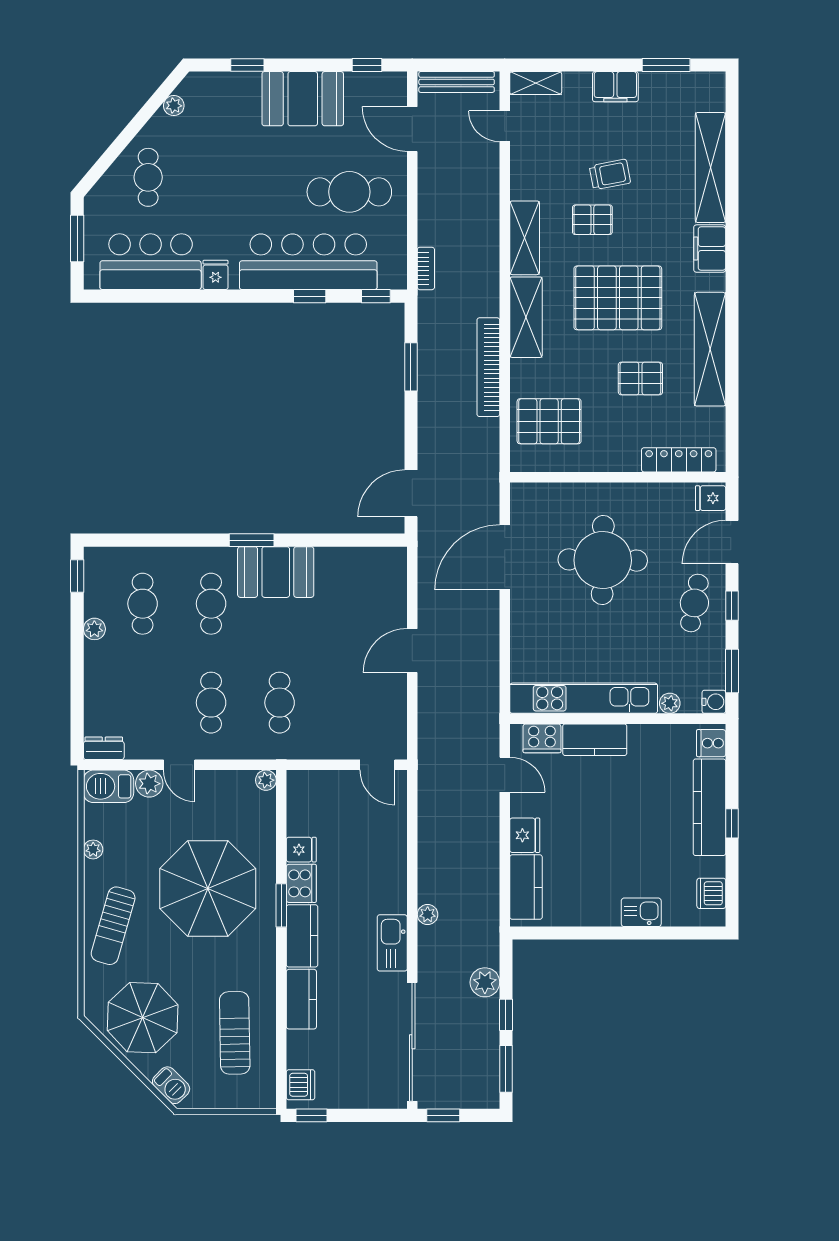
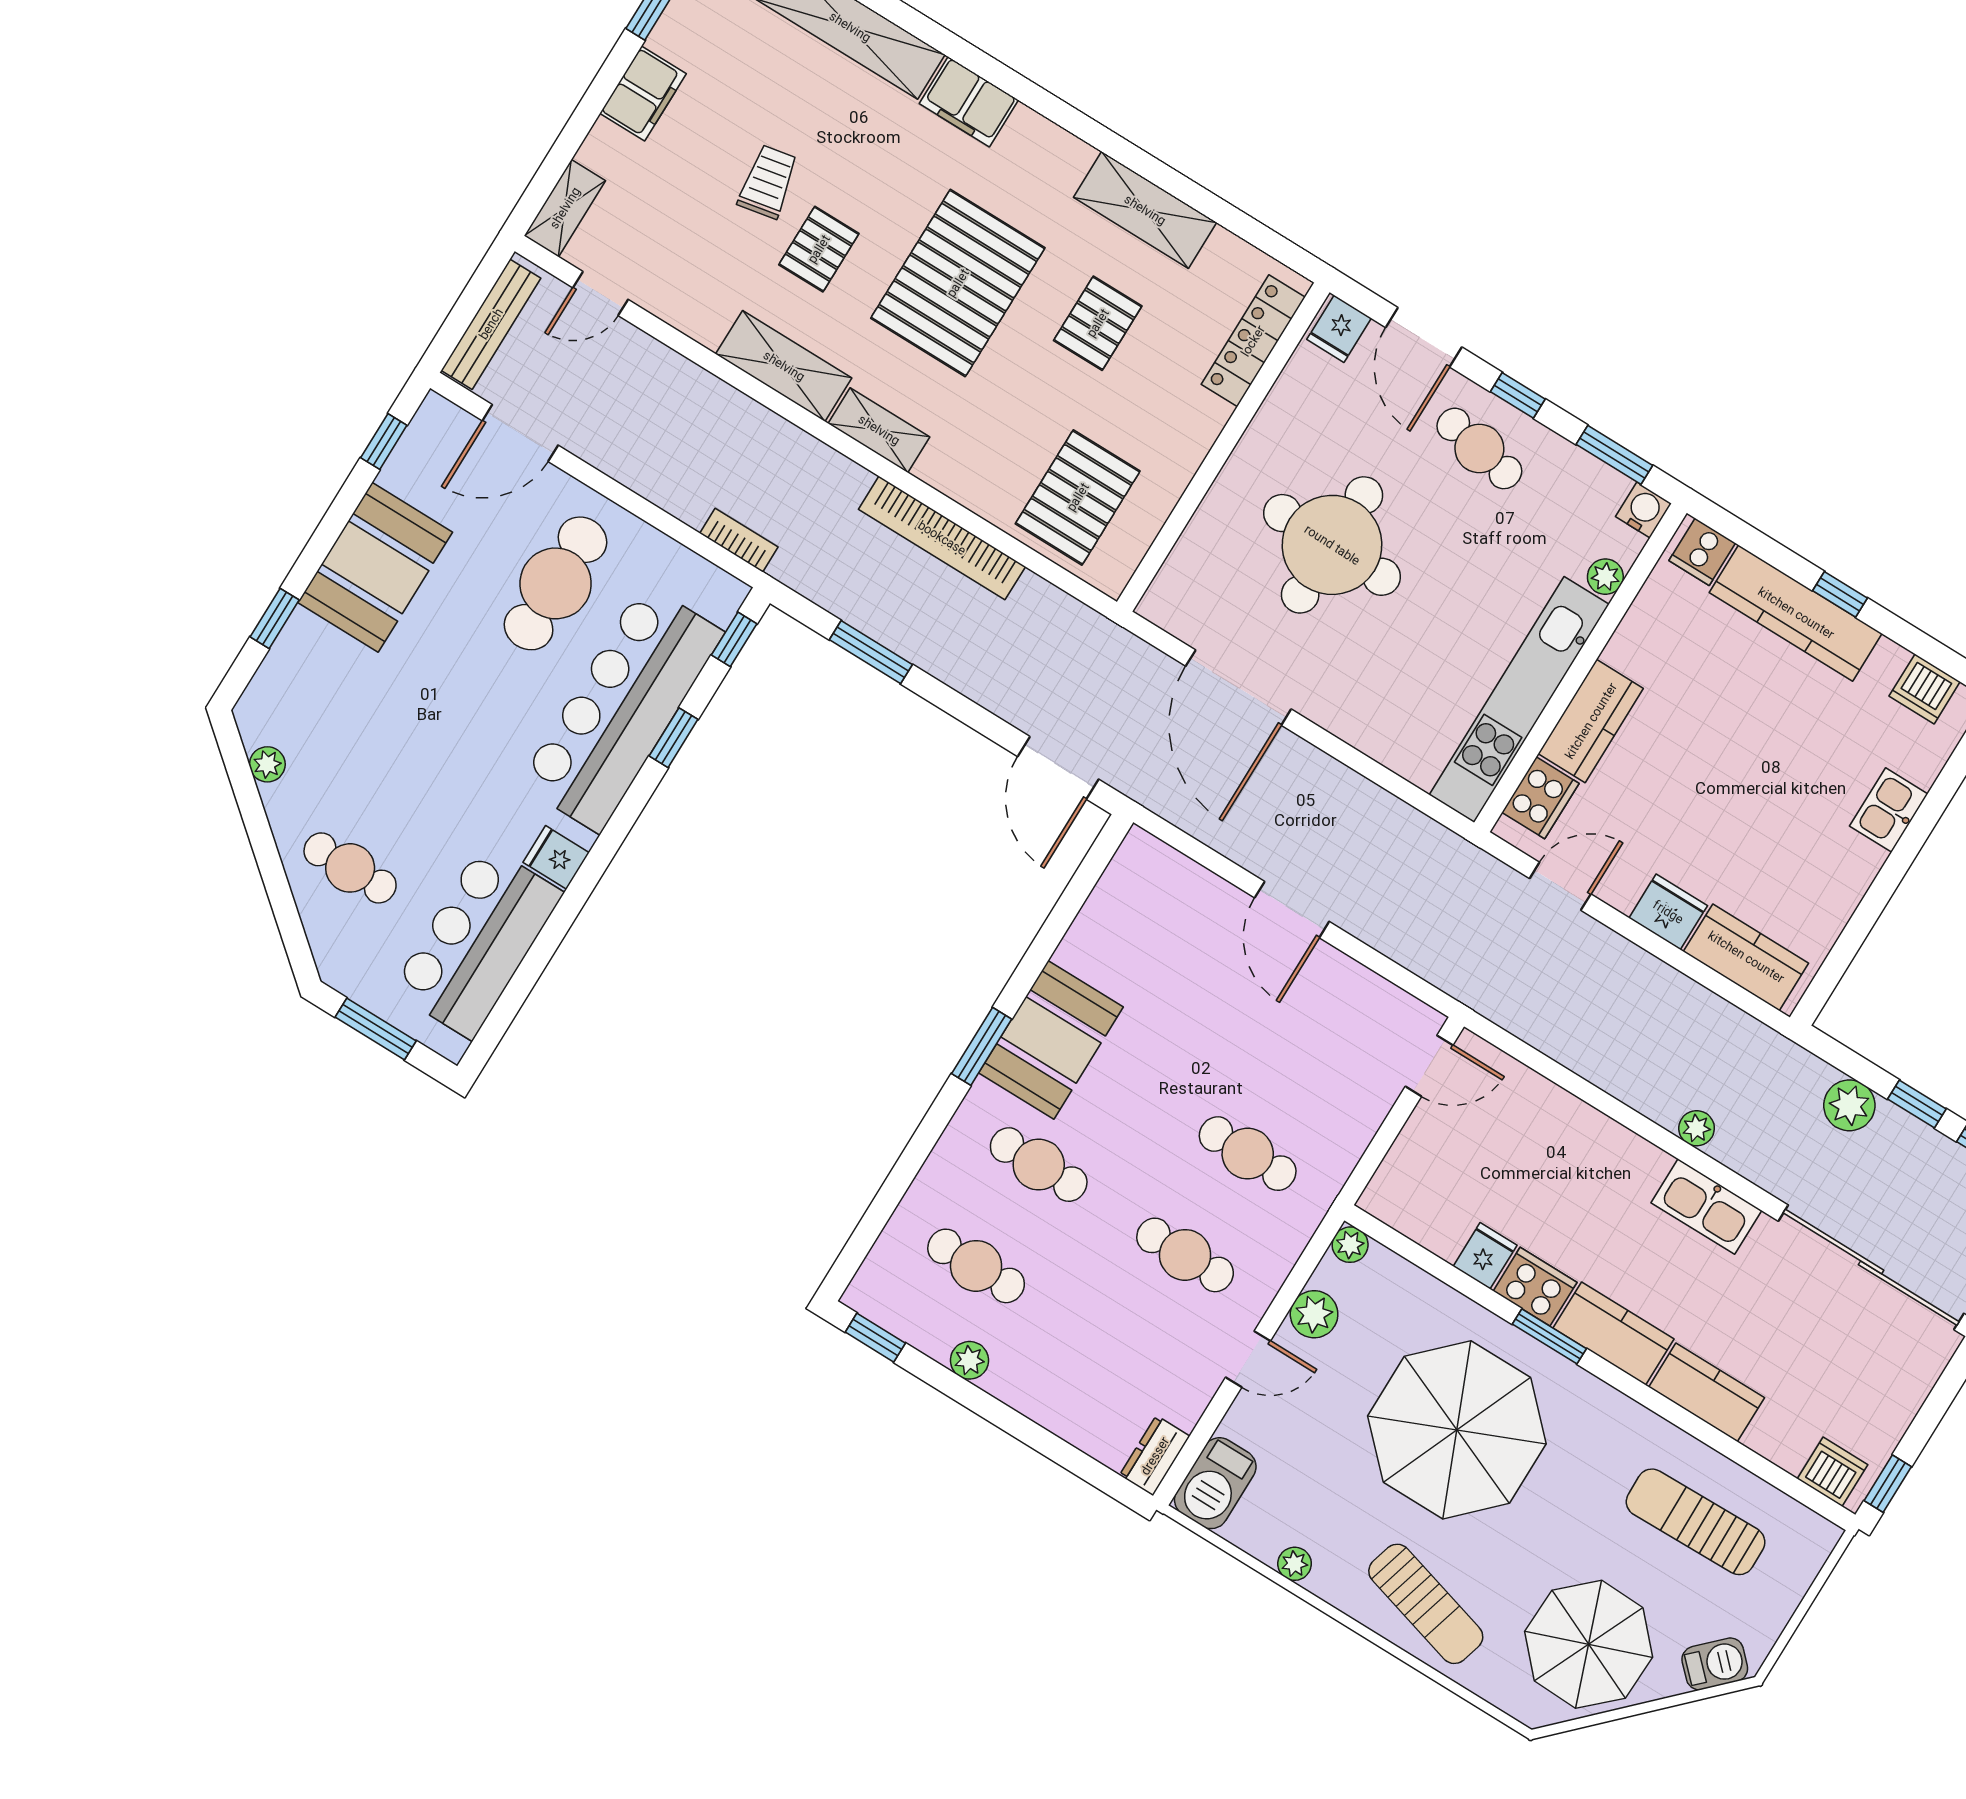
shelving: (526, 317) -> (879, 430), width x0.67, depth x0.75
shelving: (710, 349) -> (1145, 210), width x0.68
plant: (149, 784) -> (1314, 1314), moved

